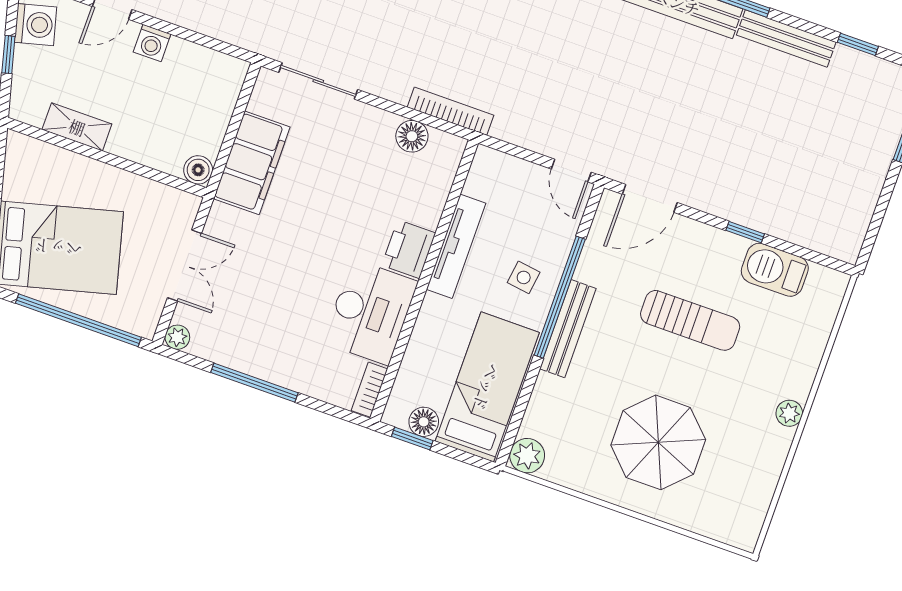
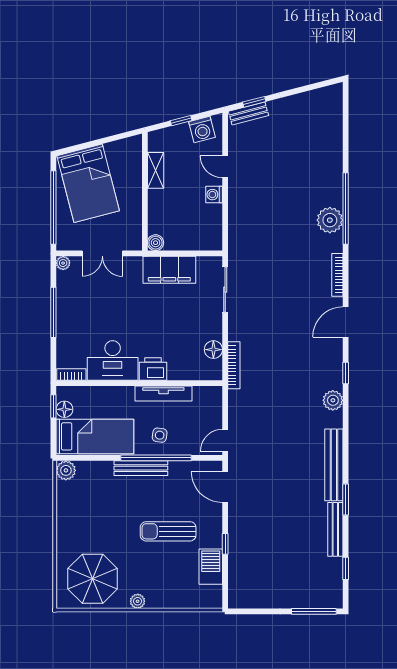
sun lounger: (690, 320) -> (168, 531), turned 90
parasol: (658, 442) -> (93, 579), moved

